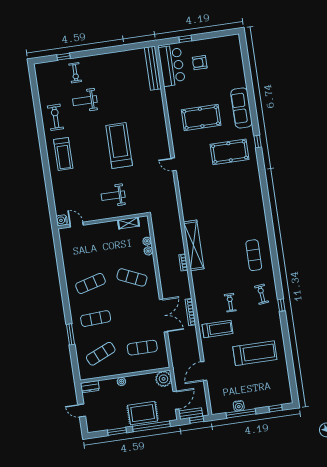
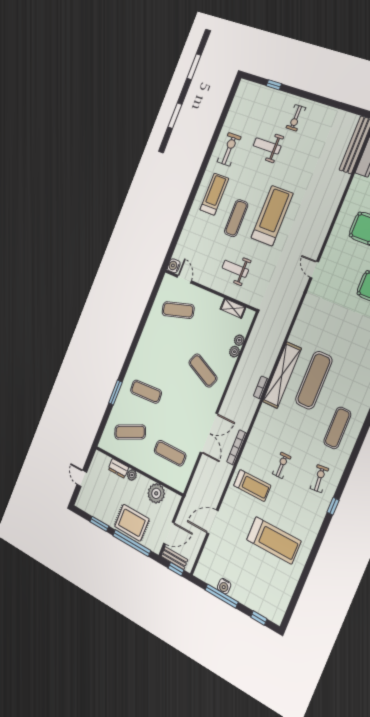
exercise bike: (75, 73) -> (296, 118), moved
treadmill: (63, 154) -> (214, 194), turned 180
exercise mat: (92, 161) -> (236, 218), added
exercise mat: (218, 235) -> (314, 380), added
exercise mat: (90, 283) -> (178, 310), moved
plant: (164, 379) -> (156, 493), moved
dresser: (90, 387) -> (118, 468), moved

